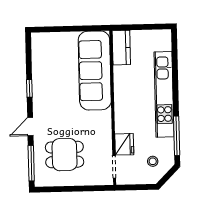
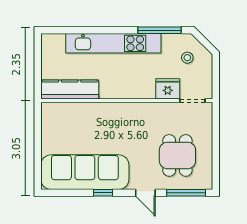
kitchen counter: (121, 48) -> (70, 89), width x1.50
sofa: (95, 71) -> (85, 172), moved, turned 180

